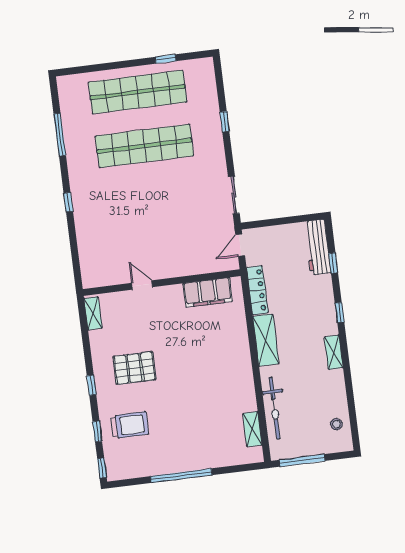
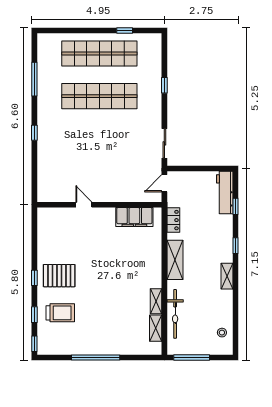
locker: (257, 290) -> (173, 220), width x0.66
shelving: (93, 313) -> (156, 301), moved
pallet: (134, 368) -> (59, 276), moved

